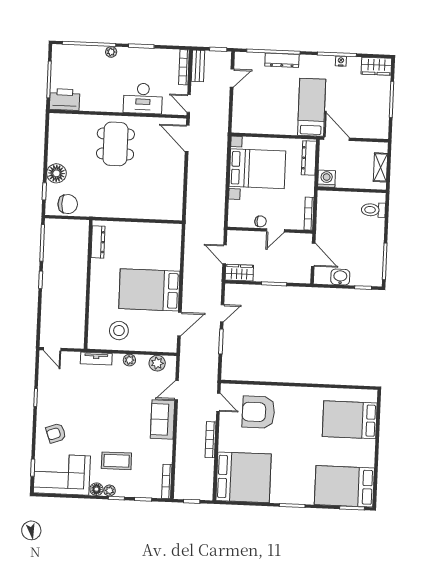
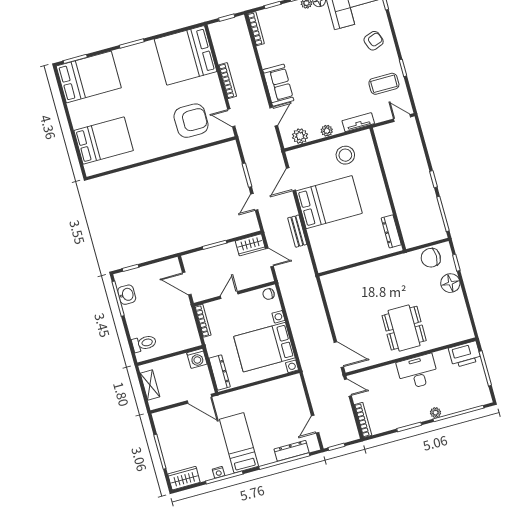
dresser: (282, 60) -> (292, 451), moved
bench: (198, 66) -> (297, 231), moved
desk: (143, 98) -> (418, 372), moved
bed: (312, 107) -> (239, 443), moved, turned 180
chair: (260, 221) -> (269, 294), moved
washbasin: (340, 277) -> (127, 295), moved, turned -90
coffee table: (116, 461) -> (384, 84), moved

